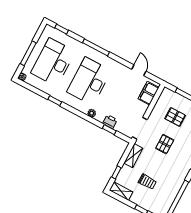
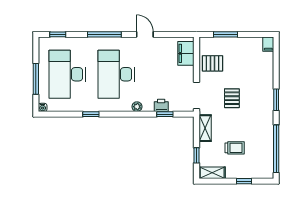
door: (139, 70) -> (145, 34), moved
pallet: (175, 117) -> (212, 63), moved

